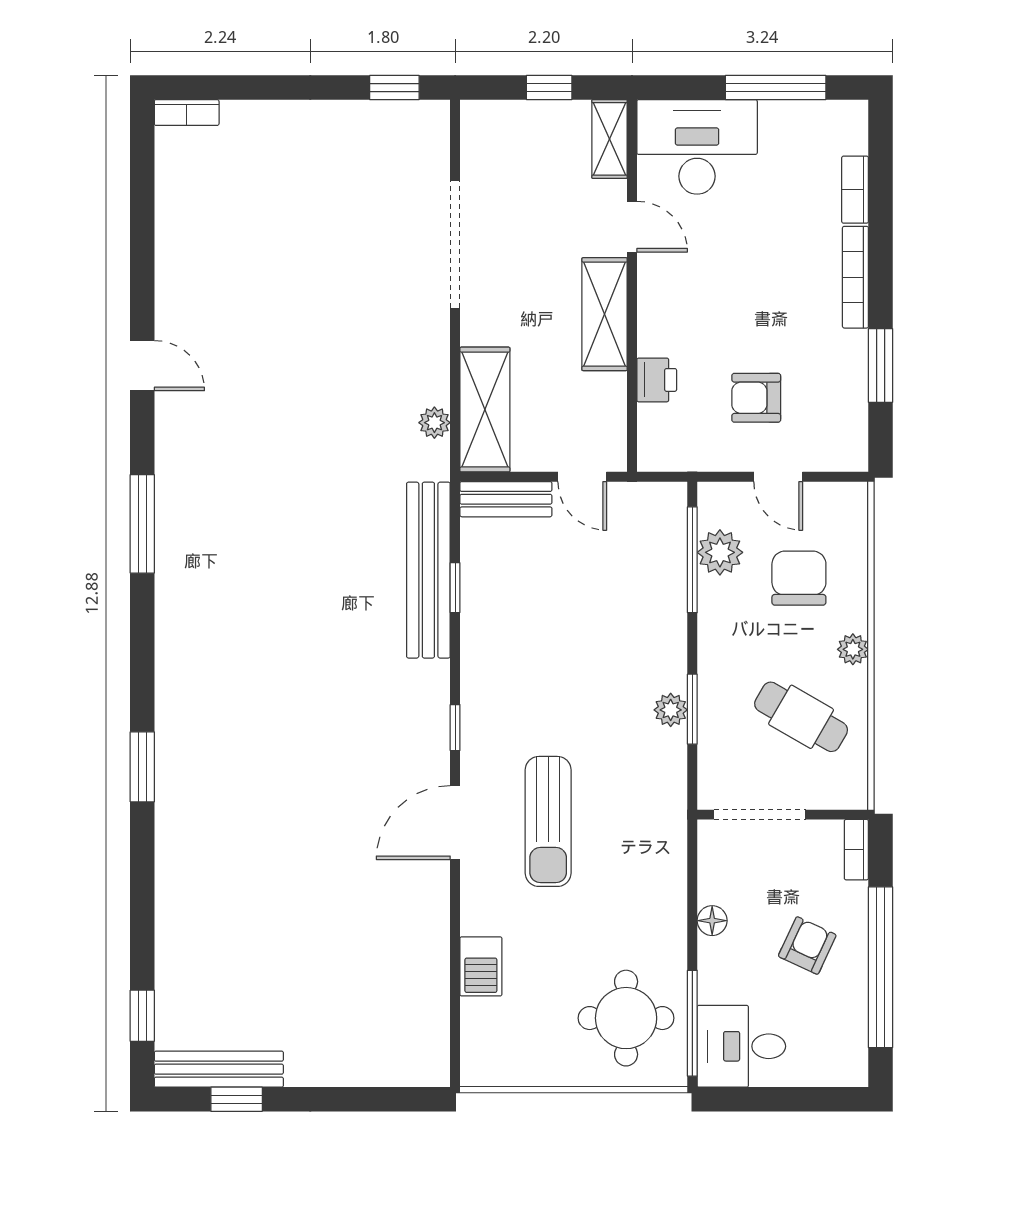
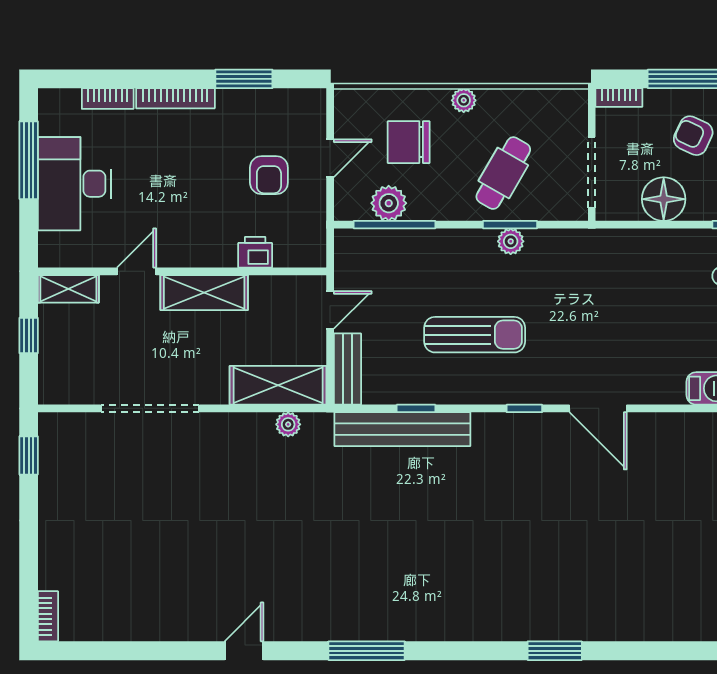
desk: (697, 147) -> (75, 184), moved
cafe table: (801, 717) -> (503, 173), moved
sun lounger: (548, 821) -> (475, 335), moved
floor lamp: (712, 921) -> (664, 199), width x1.89, depth x1.89

